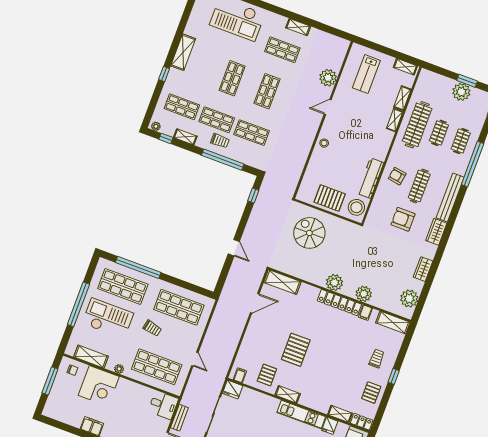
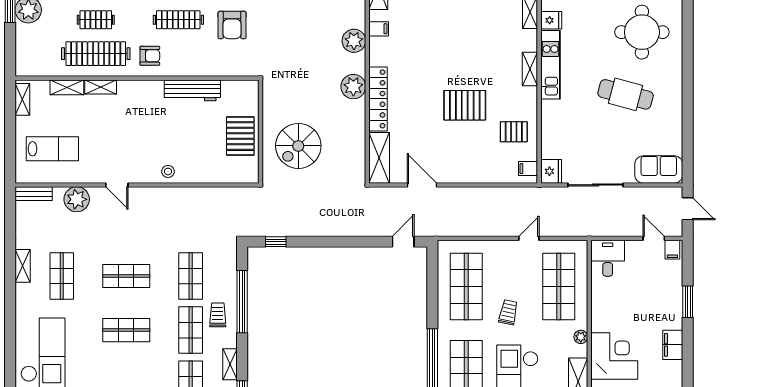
armchair: (397, 176) -> (150, 56), moved, turned -99
stool: (356, 207) -> (239, 95), removed
door: (234, 248) -> (403, 242), moved
locker: (339, 303) -> (378, 99), moved
shelving: (288, 394) -> (530, 69), moved
bench: (179, 418) -> (34, 194), moved

